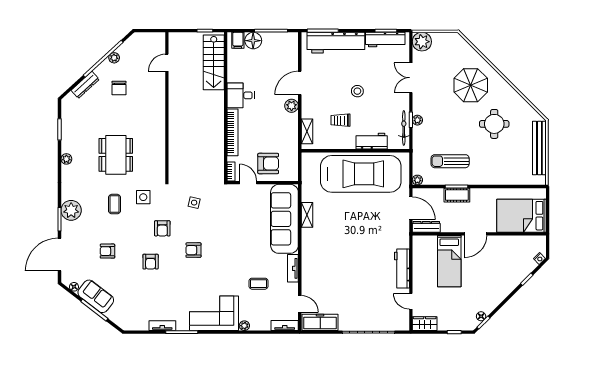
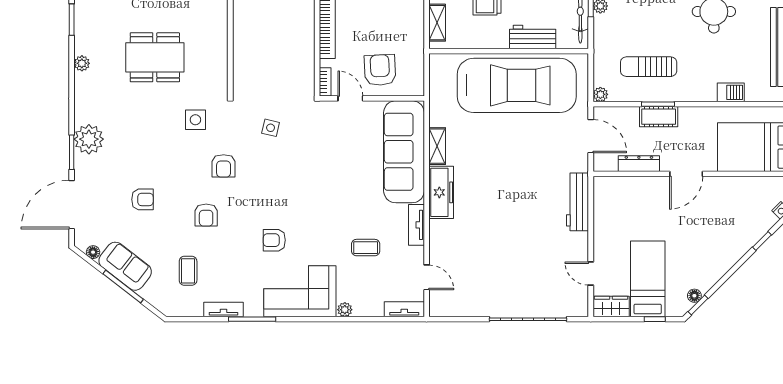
dining table: (116, 155) -> (155, 57), turned 90
armchair: (268, 164) -> (380, 70), turned -93
barbecue: (506, 179) -> (731, 92), added
coffee table: (115, 204) -> (188, 271), moved
dresser: (426, 227) -> (639, 164), moved
armchair: (193, 250) -> (274, 240), moved
armchair: (107, 251) -> (142, 199), turned 180
bed: (449, 261) -> (648, 279), moved, turned 180
workbench: (402, 269) -> (578, 202), moved
freezer: (320, 322) -> (441, 192), moved, turned 90

